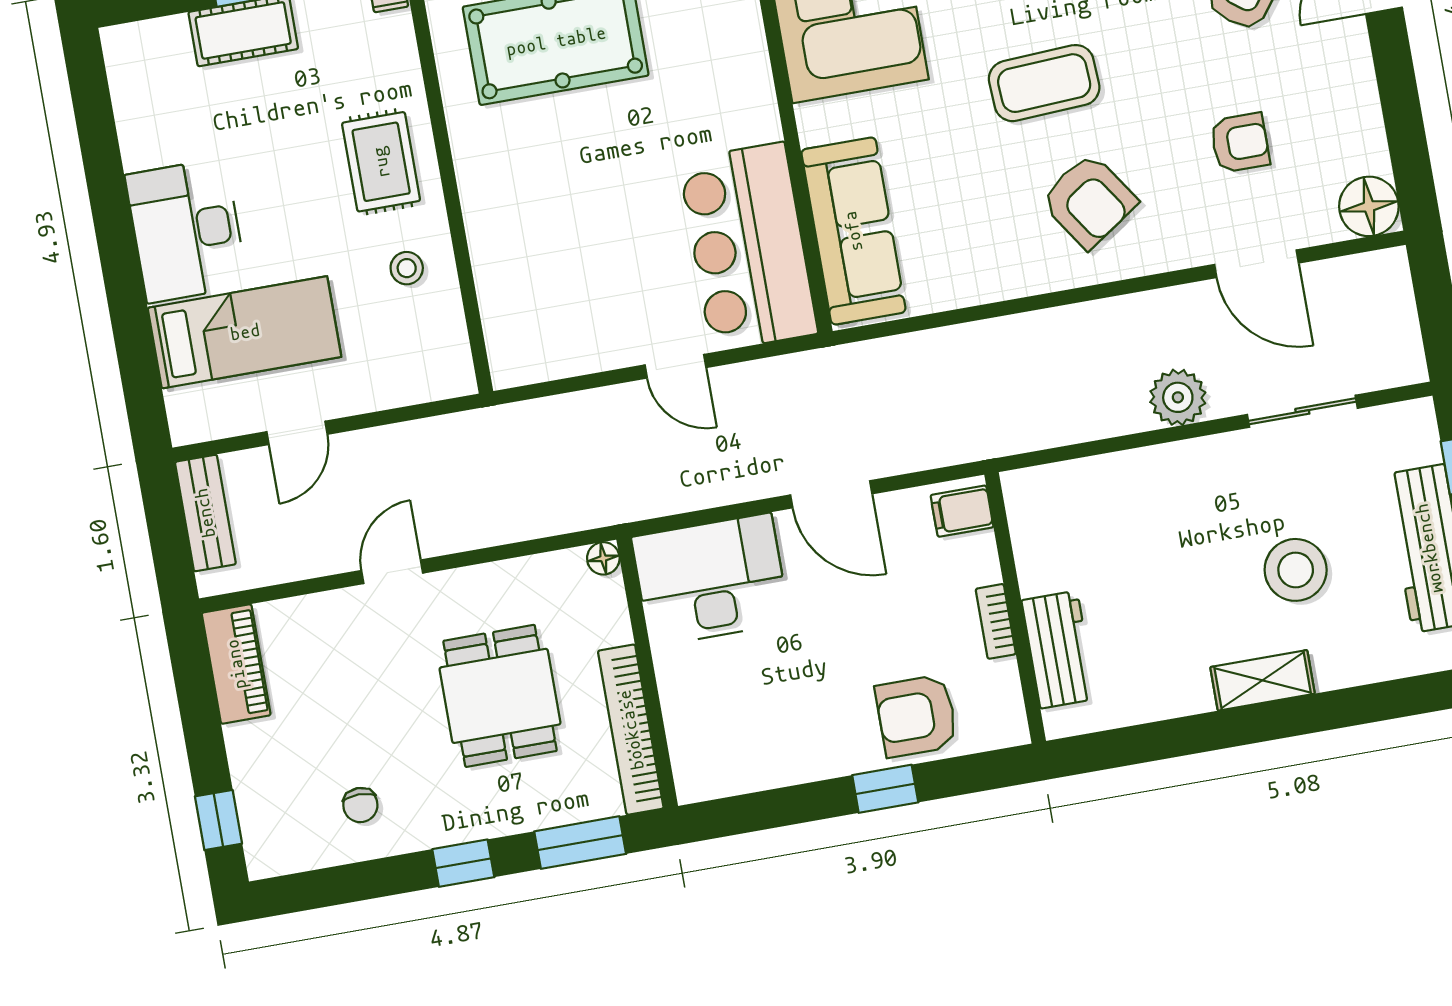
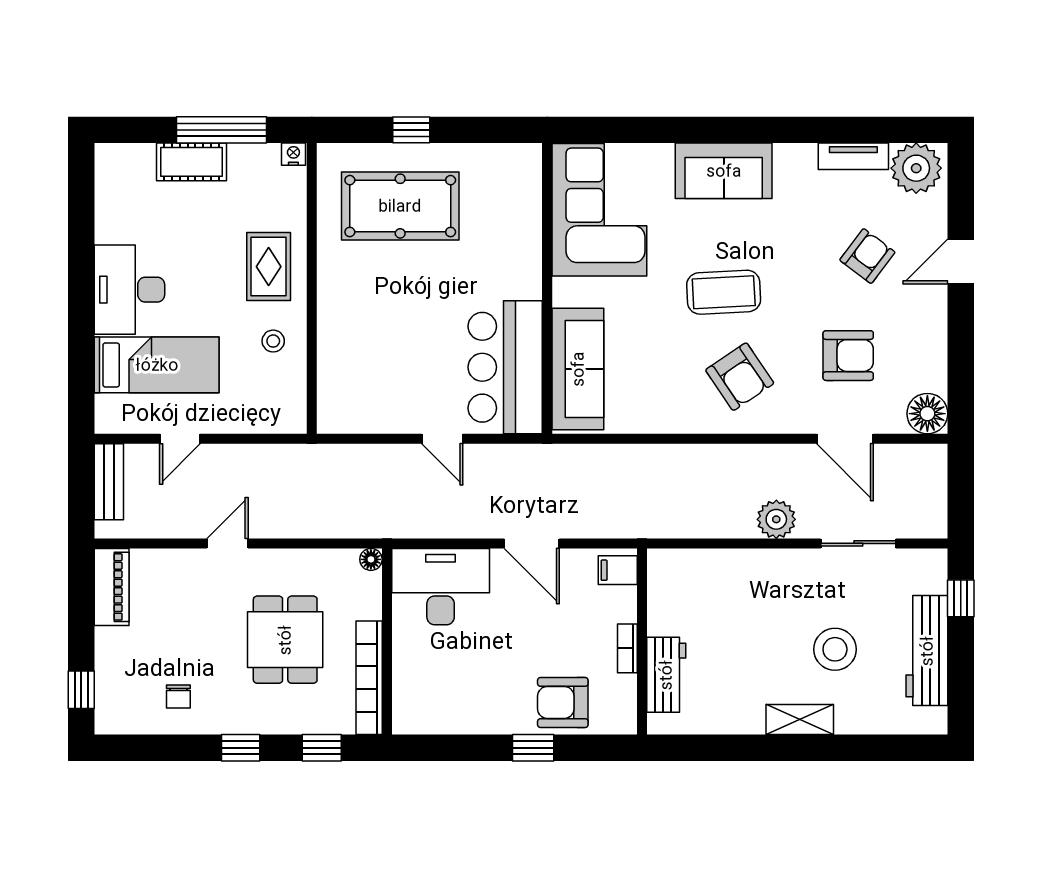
armchair: (1240, 143) -> (848, 356), width x1.38, depth x1.38
window: (580, 843) -> (322, 748), width x0.67

